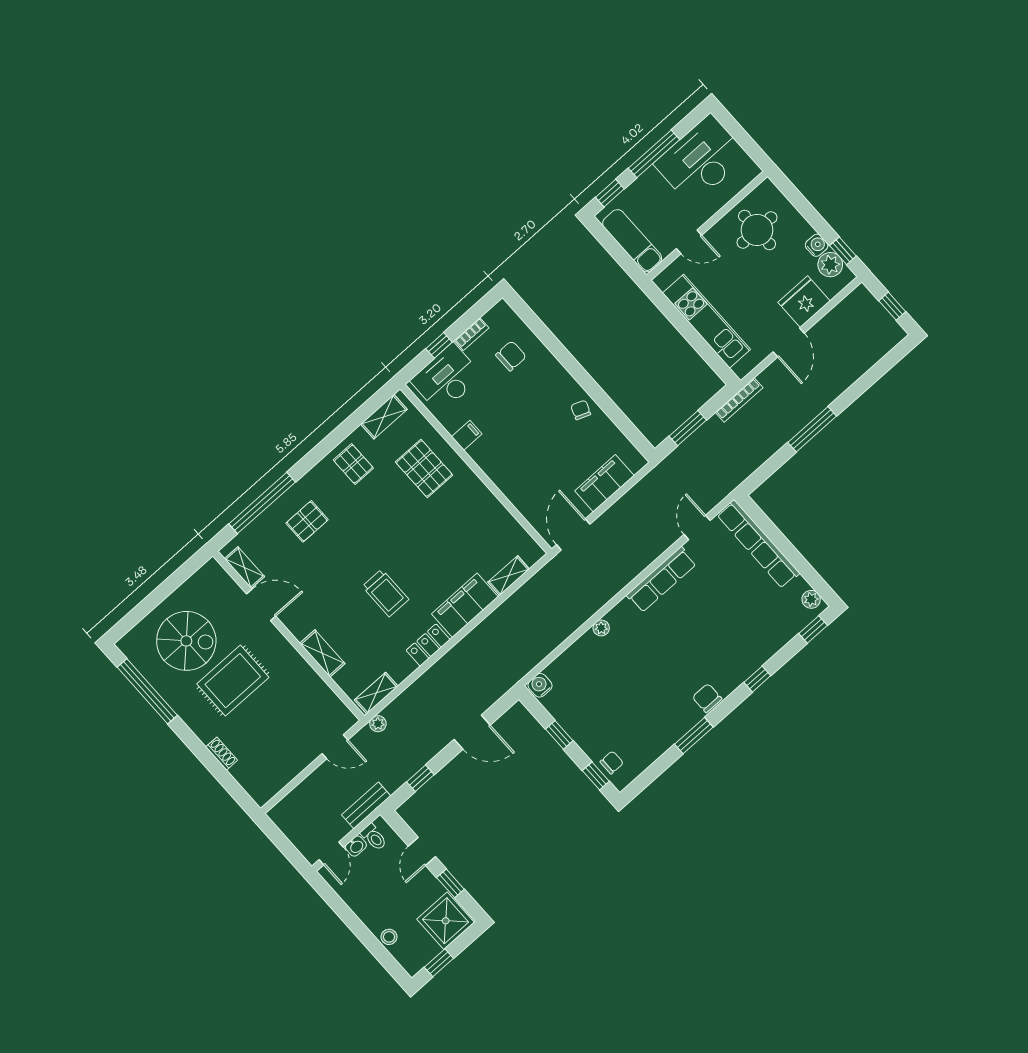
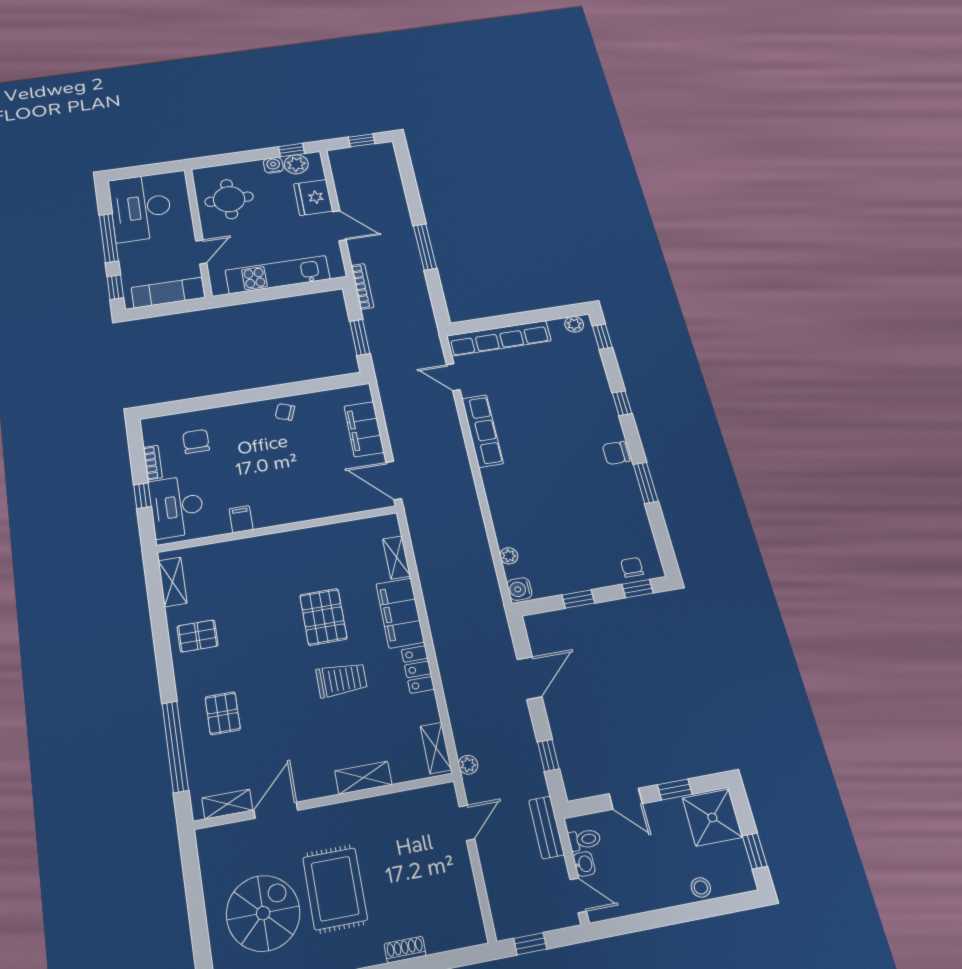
pallet: (424, 469) -> (323, 617), moved, turned 90
plant: (601, 628) -> (509, 556), moved
window: (278, 838) -> (530, 944), added

